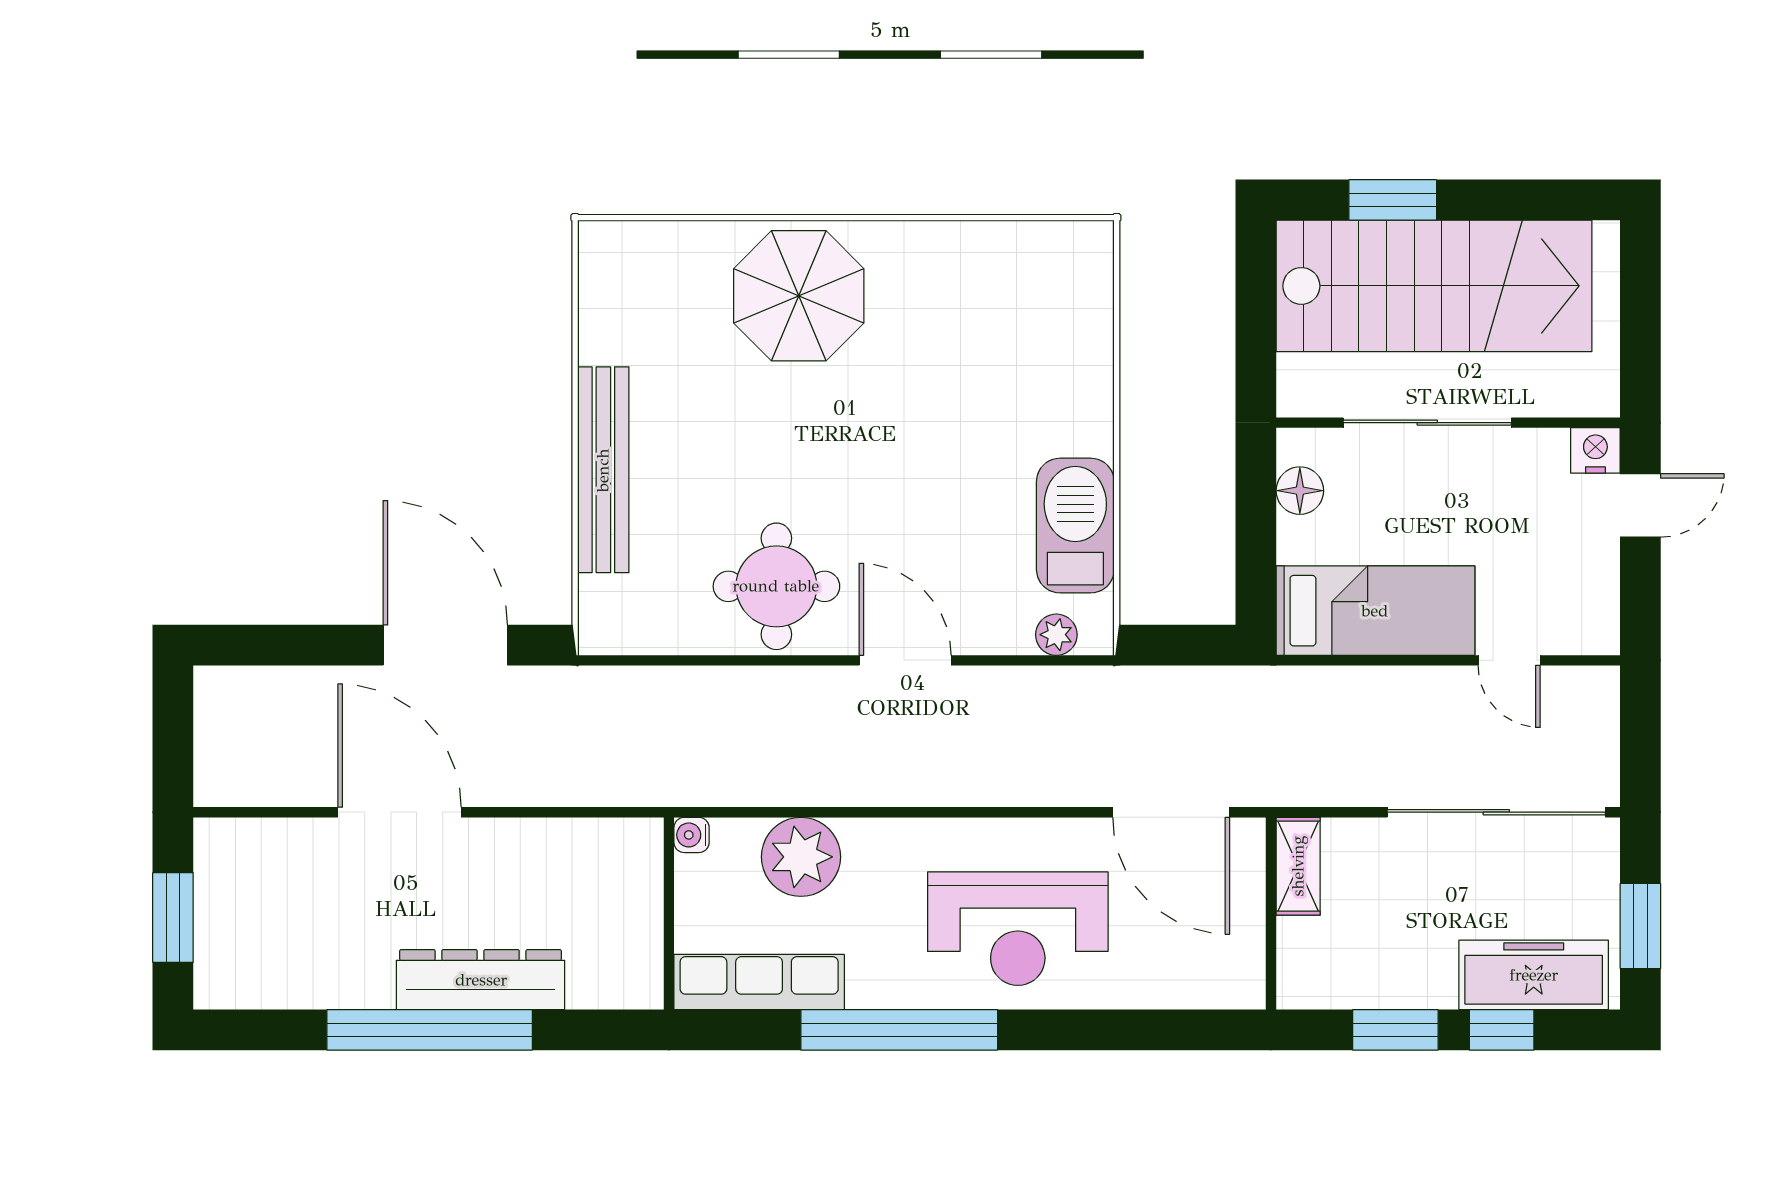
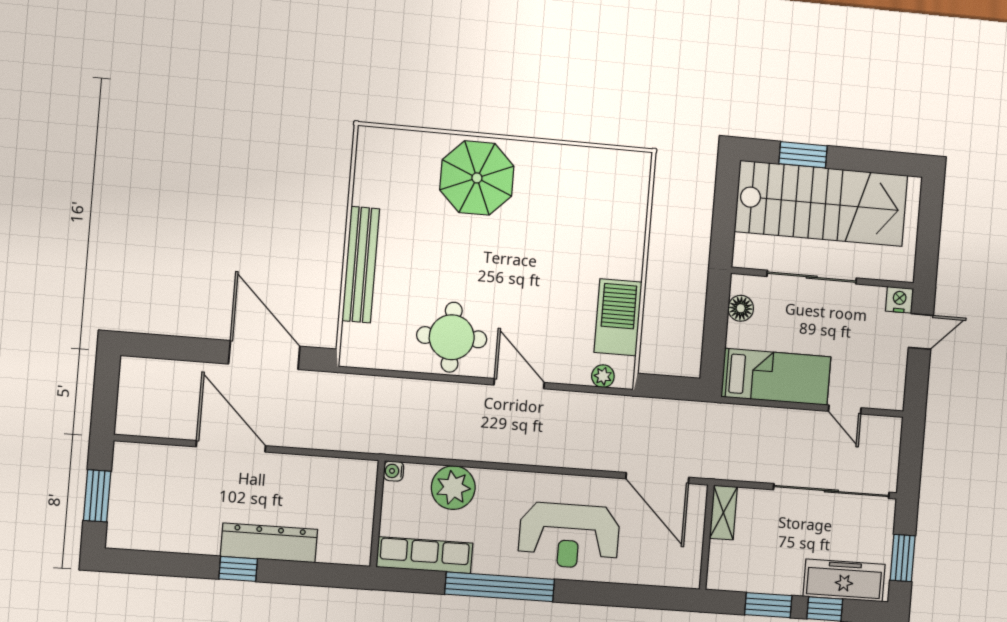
window: (430, 1030) -> (238, 569), width x0.32

